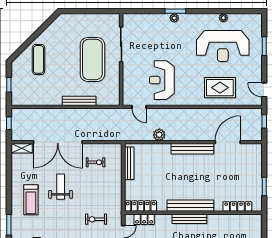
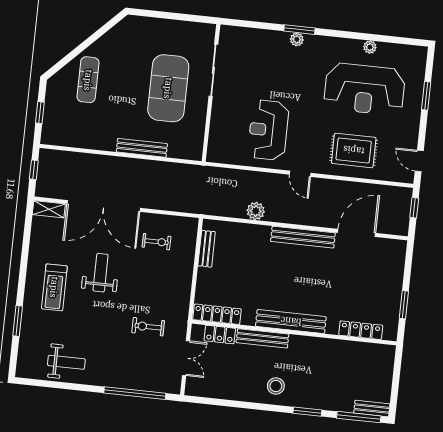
door: (139, 107) -> (300, 174), moved
bench: (129, 163) -> (207, 249), width x0.73
bench: (189, 219) -> (262, 338), moved

